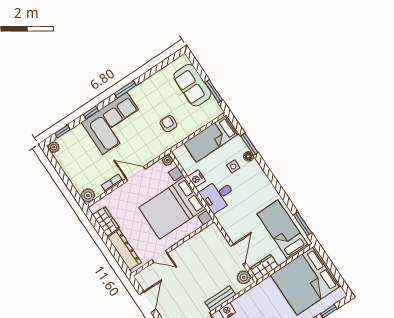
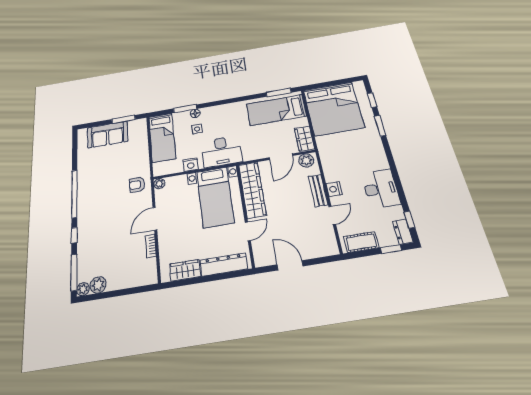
window: (125, 90) -> (74, 194), width x2.11
corner sofa: (115, 123) -> (98, 217), removed
armchair: (169, 124) -> (137, 185), moved
window: (62, 132) -> (74, 272), width x2.17
plant: (88, 196) -> (98, 285), moved
desk: (218, 196) -> (221, 151), width x1.37
bed with nightstands: (172, 208) -> (215, 197), width x0.73
wardrobe: (197, 243) -> (252, 190), added
door: (238, 254) -> (281, 157), swing flipped

